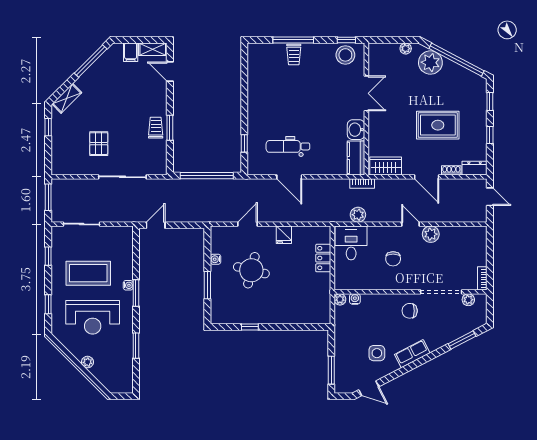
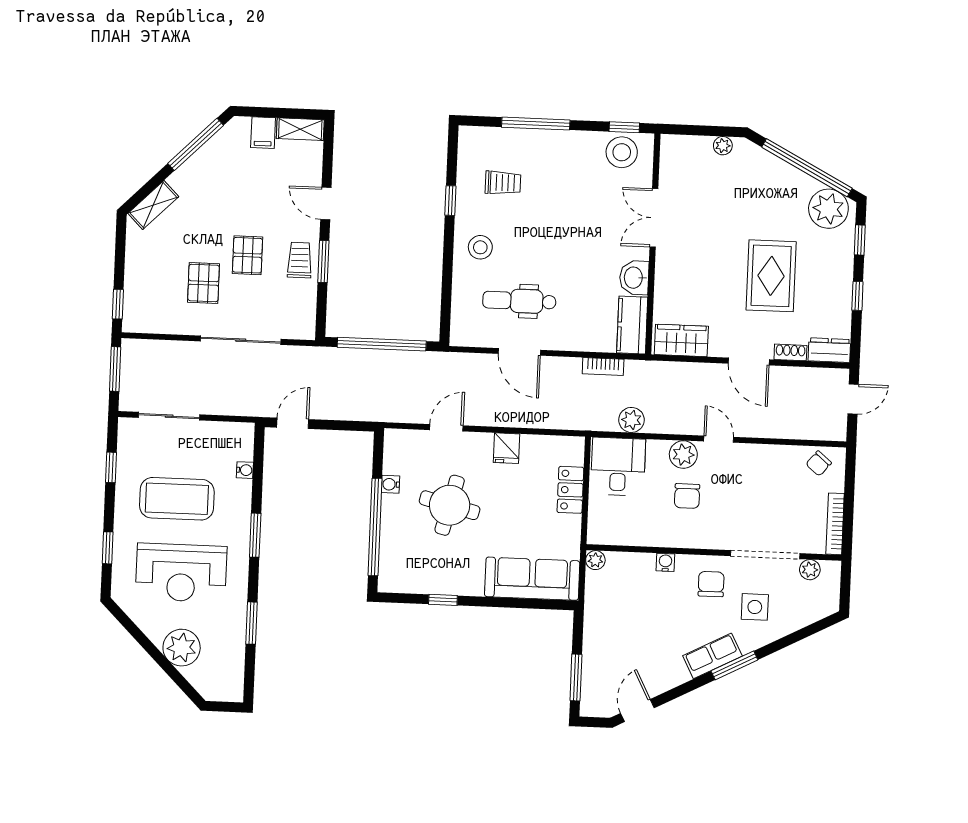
trolley: (294, 55) -> (503, 183), moved, turned -90
plant: (430, 63) -> (828, 209), moved
door: (170, 72) -> (326, 203), moved
double door: (366, 93) -> (654, 218), swing flipped
stool: (263, 115) -> (480, 247), added
rug: (438, 125) -> (771, 276), turned 90
pallet: (124, 126) -> (247, 255), added
window: (48, 127) -> (118, 304), moved
window: (244, 143) -> (450, 201), moved
bookcase: (362, 184) -> (603, 367), moved
door: (490, 197) -> (853, 399), hinge flipped
plant: (431, 234) -> (683, 455), moved
chair: (471, 236) -> (819, 463), added
bookcase: (482, 278) -> (835, 524), width x1.56
water cooler: (128, 285) -> (245, 470), moved
window: (207, 285) -> (375, 527), width x2.11
water cooler: (355, 299) -> (665, 562), moved
chair: (410, 311) -> (711, 584), turned 90
sofa: (303, 312) -> (532, 579), added
window: (462, 340) -> (734, 665), moved
side table: (377, 353) -> (755, 607), moved
plant: (87, 362) -> (182, 648), width x1.87, depth x1.87
door: (369, 388) -> (637, 711), swing flipped

